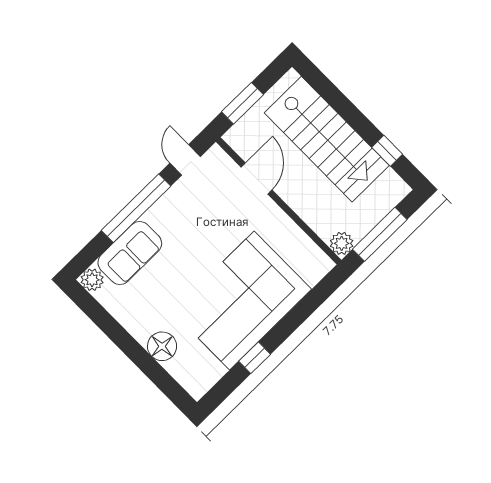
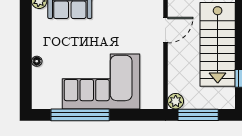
floor lamp: (162, 346) -> (37, 61), width x0.53, depth x0.53
window: (255, 358) -> (80, 115), width x3.17

